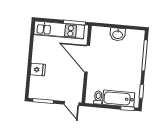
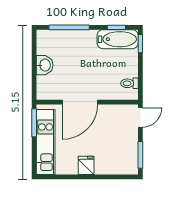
fridge: (38, 70) -> (86, 165), moved
bathtub: (119, 99) -> (118, 39), moved, turned -90

